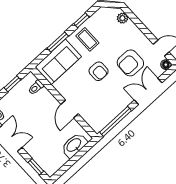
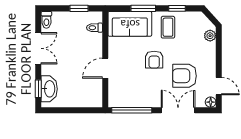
washbasin: (74, 145) -> (49, 89), moved, turned 90

